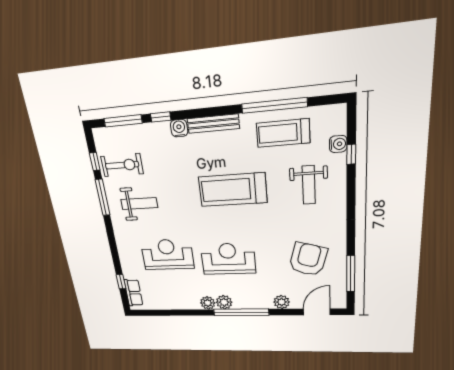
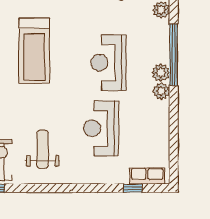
window: (103, 197) -> (34, 188), removed

